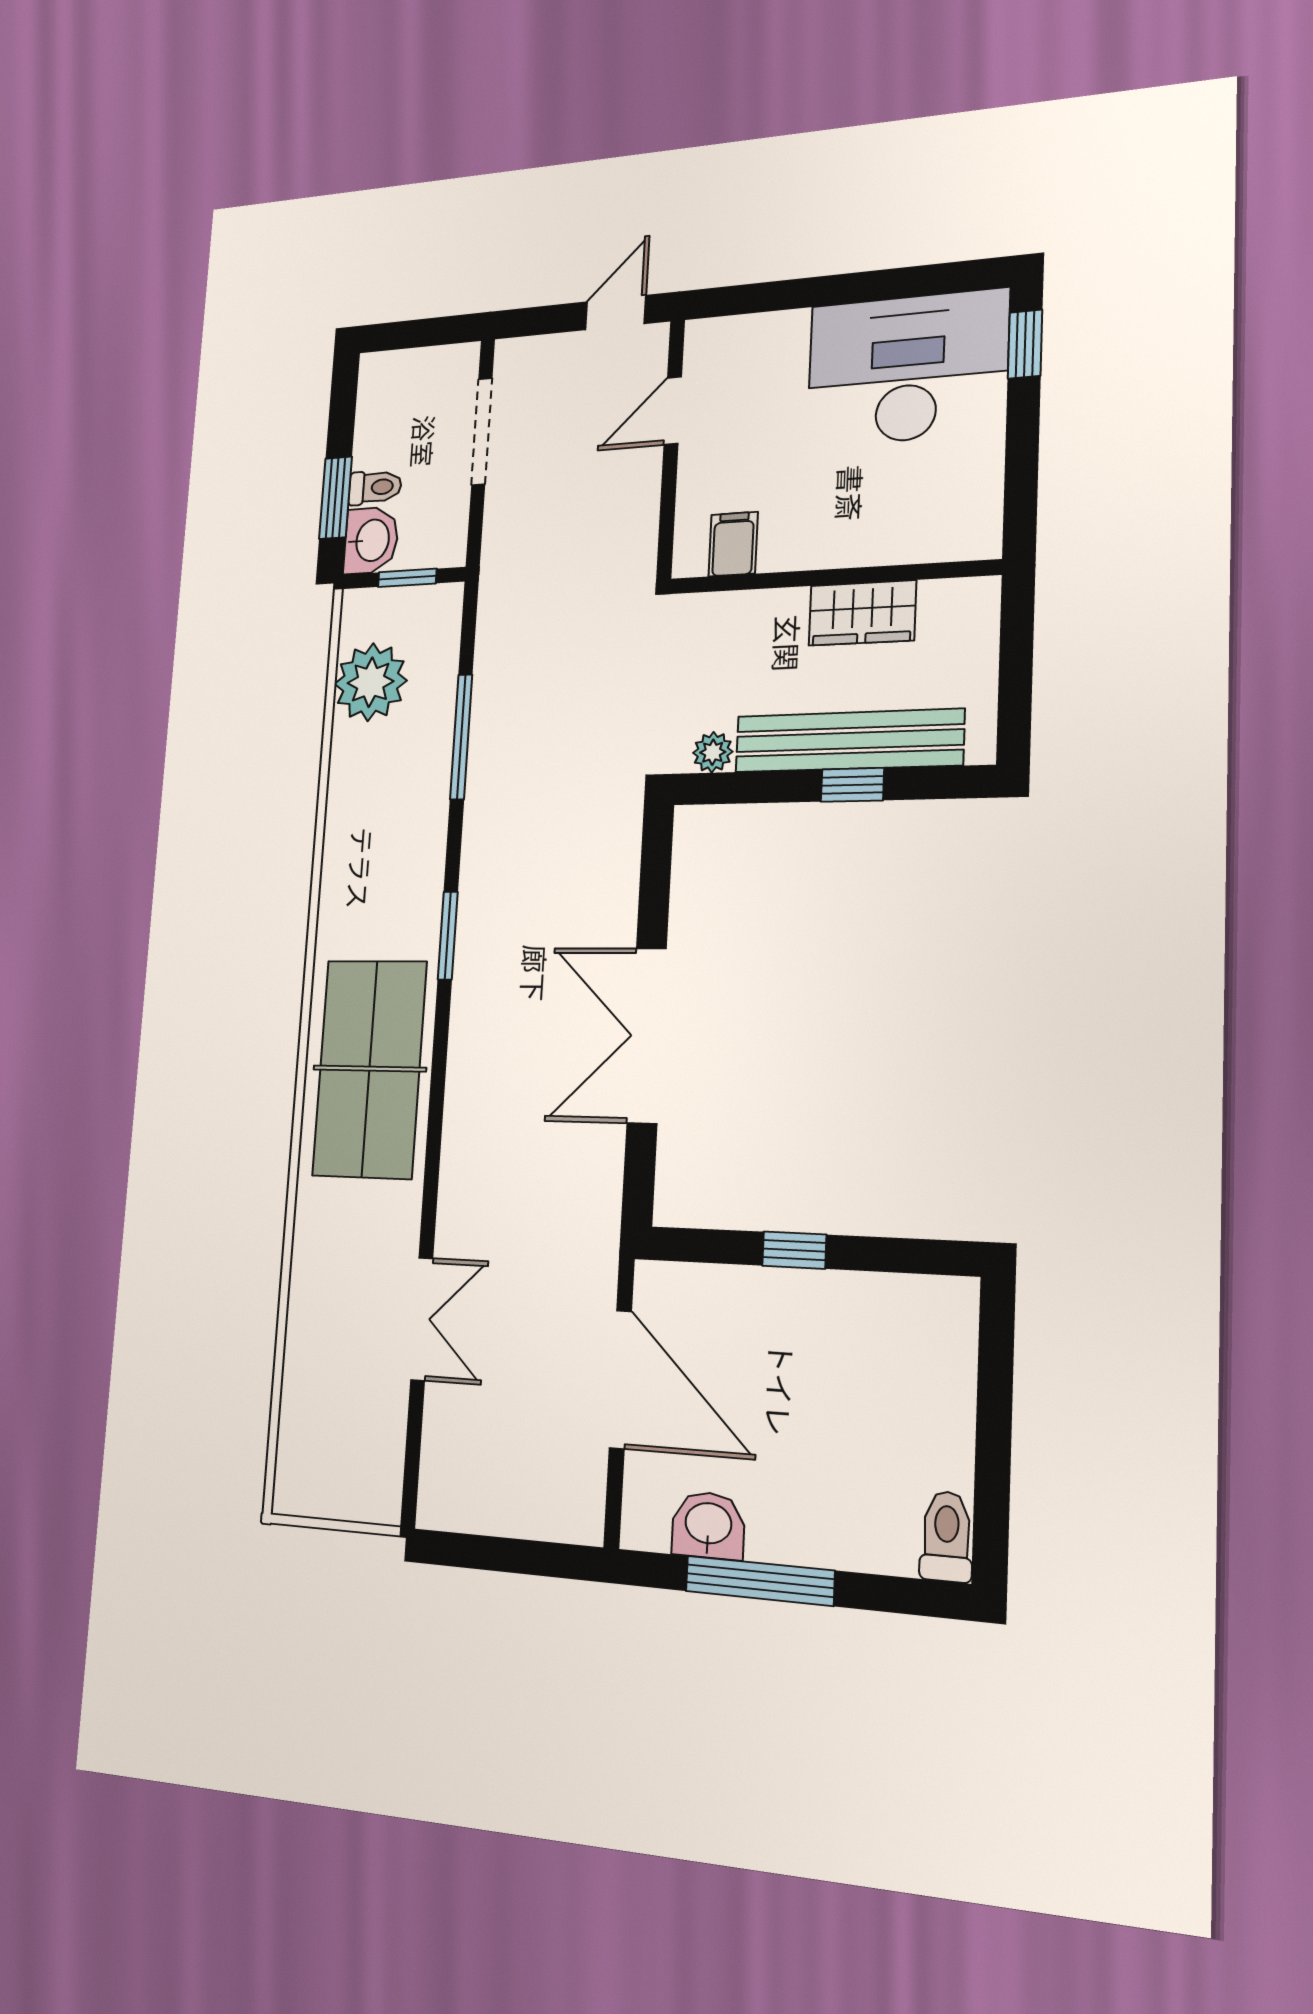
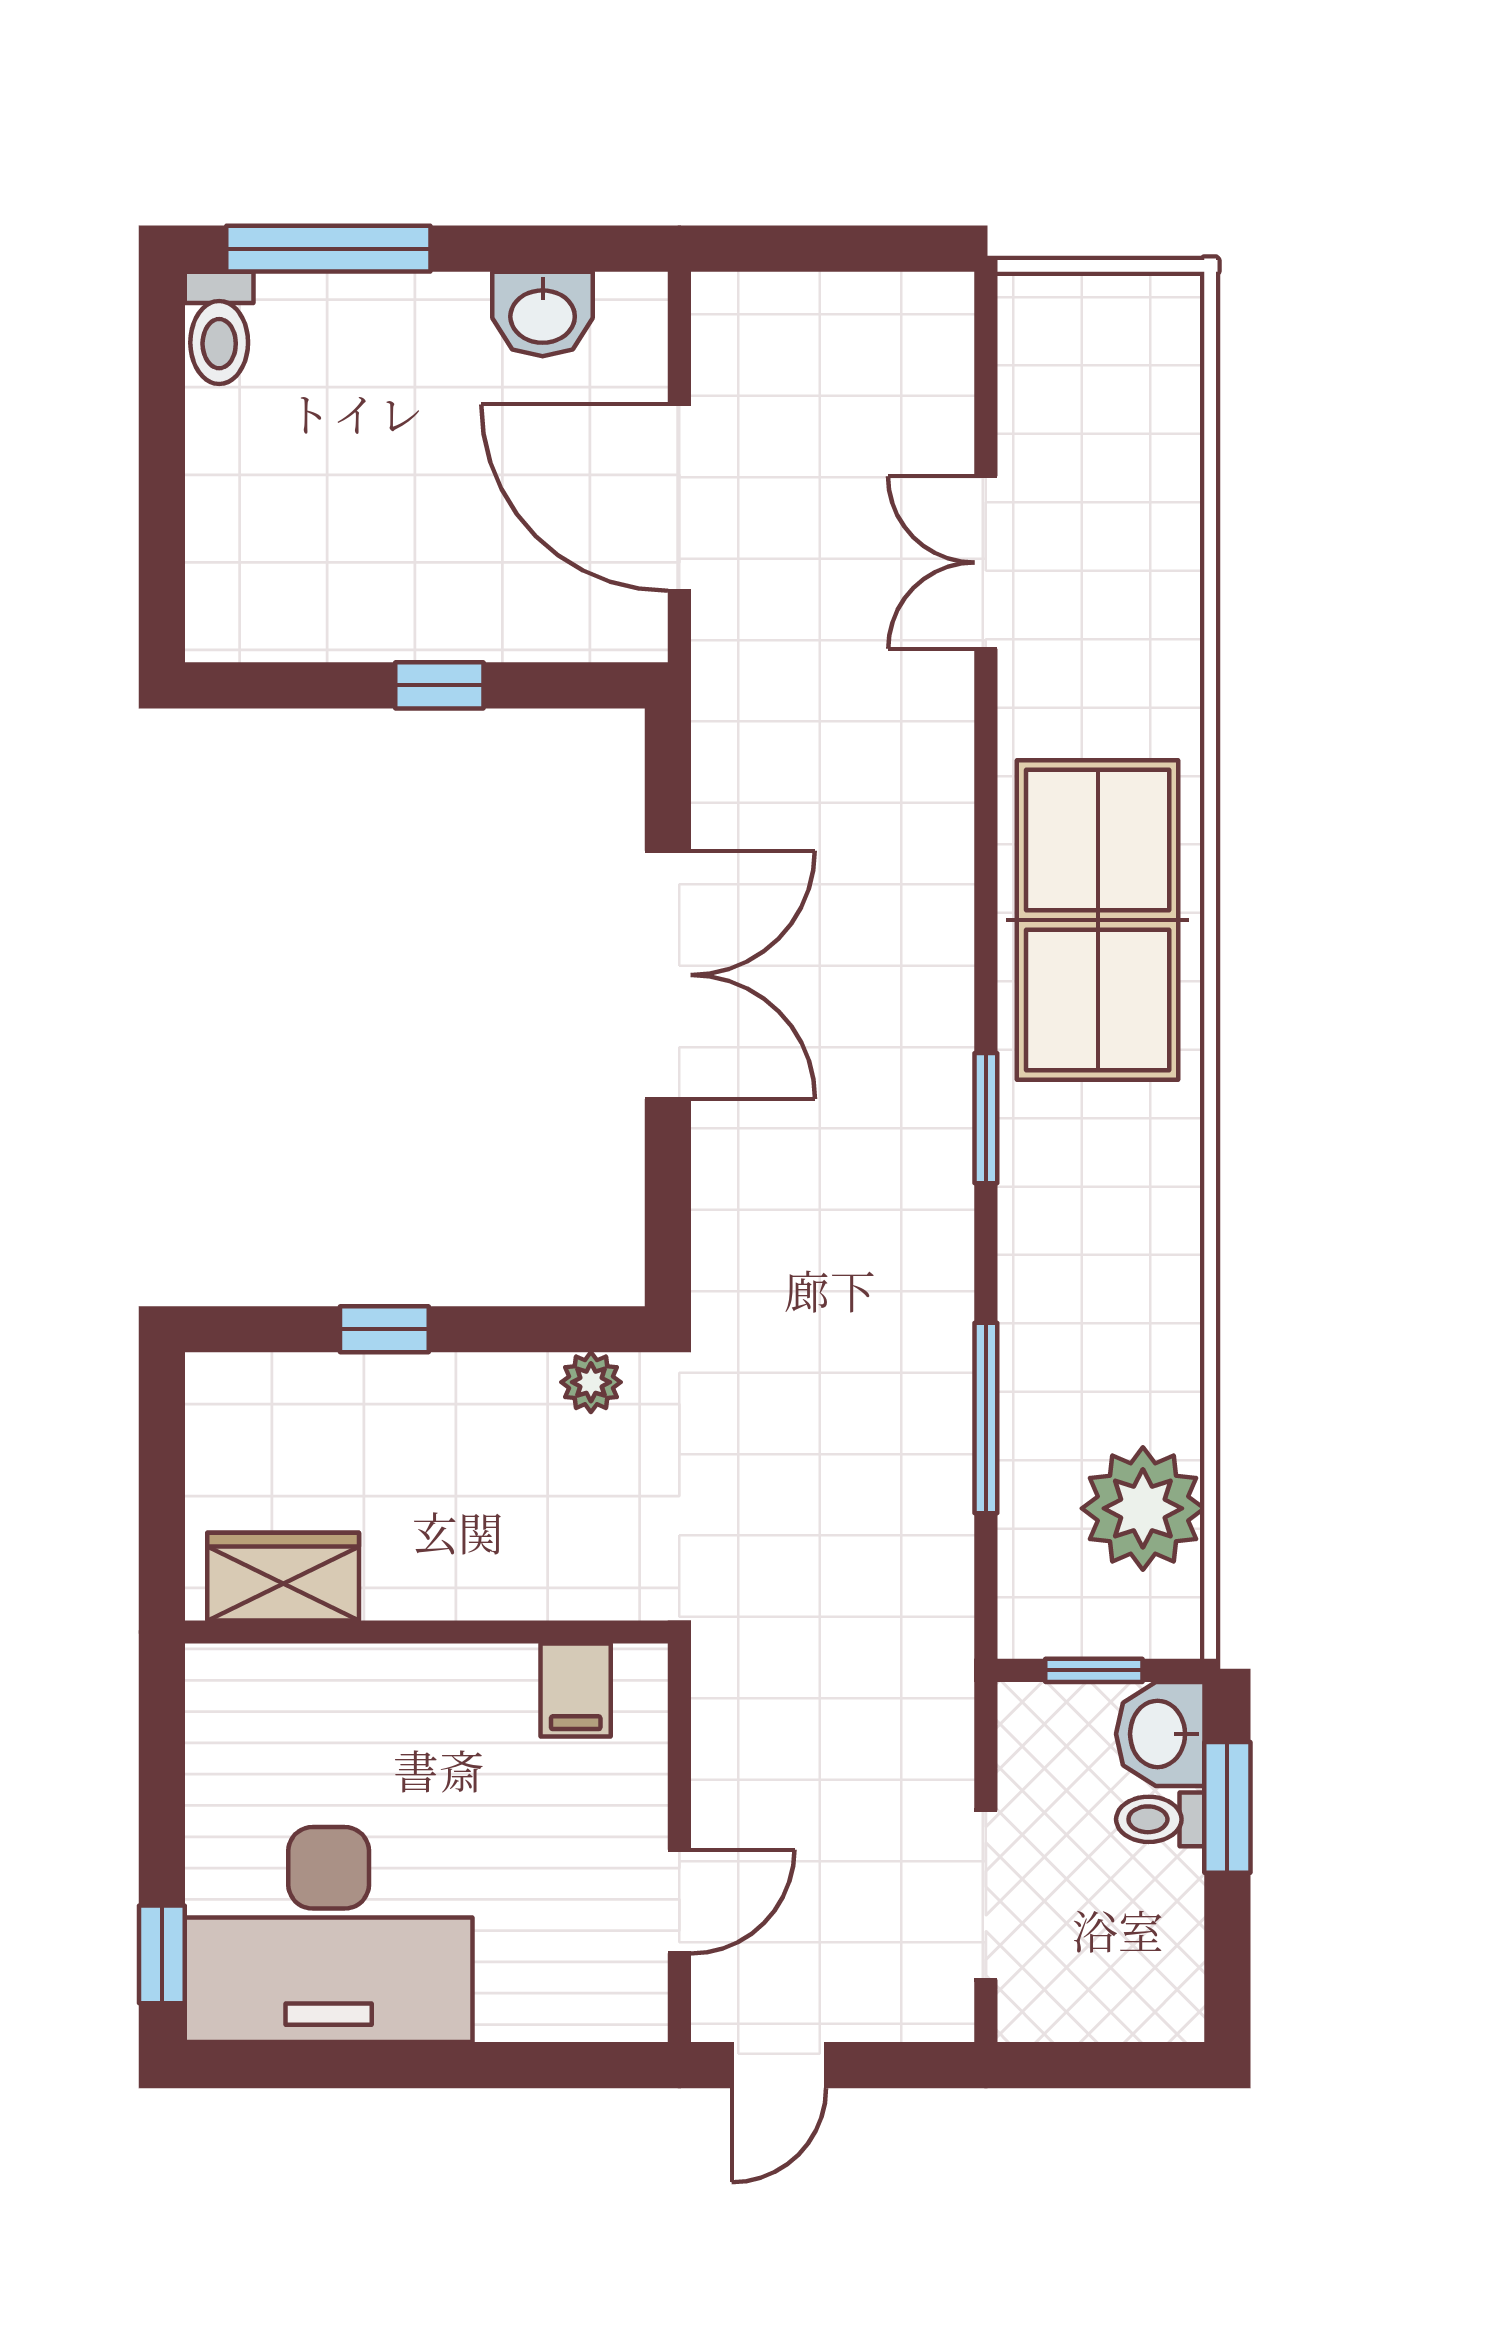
wardrobe: (862, 613) -> (283, 1577), moved
bench: (849, 741) -> (393, 1393), removed
window: (760, 1581) -> (328, 249), moved

